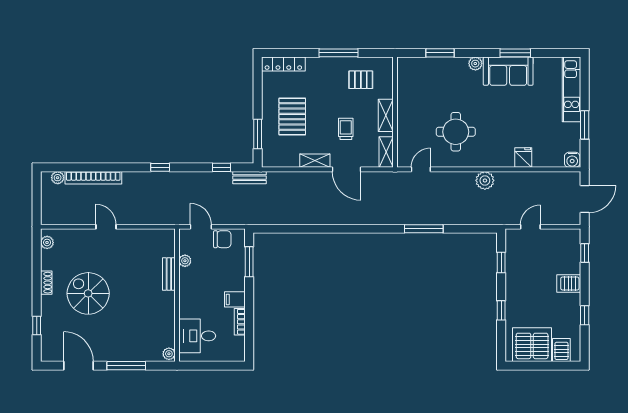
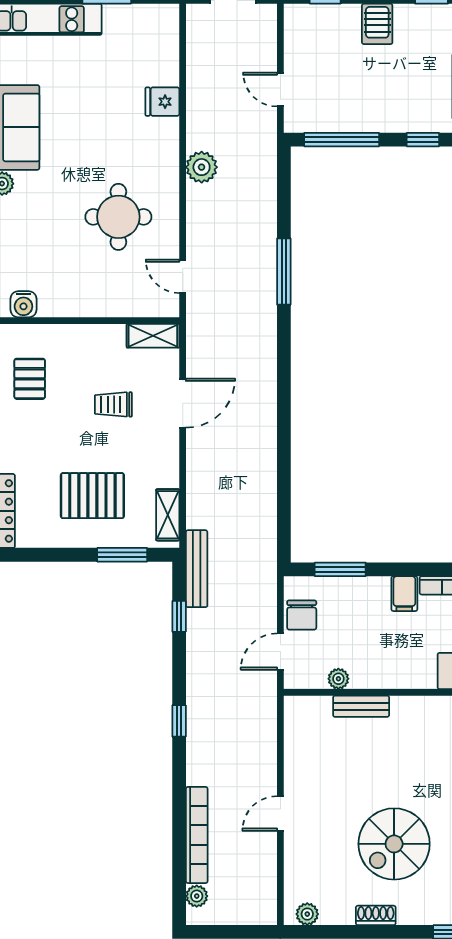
shelving: (386, 115) -> (90, 336), removed
water cooler: (572, 160) -> (23, 304), moved, turned 90
shelving: (315, 161) -> (168, 515), moved
bench: (249, 178) -> (197, 569), width x1.36
chair: (222, 239) -> (302, 615), turned 180
window: (501, 263) -> (342, 140), width x2.17

